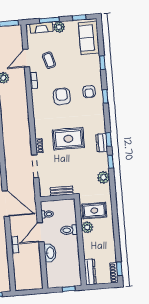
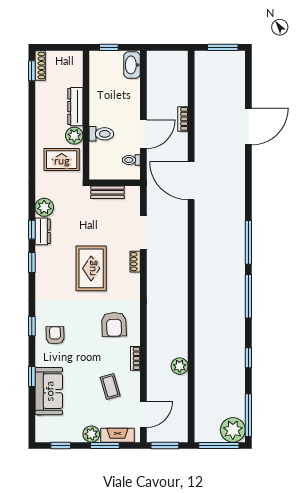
sofa: (89, 38) -> (49, 391), moved
door: (26, 58) -> (143, 414), moved
armchair: (62, 96) -> (114, 324), moved
rug: (68, 139) -> (91, 268), turned 90
dresser: (102, 143) -> (43, 231), moved
washbasin: (50, 253) -> (132, 65), moved
dresser: (90, 272) -> (75, 107), moved

